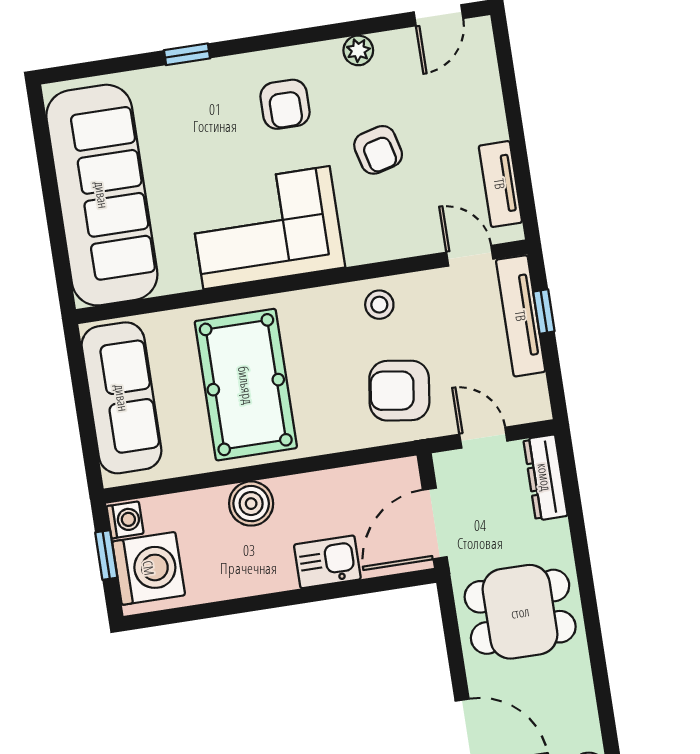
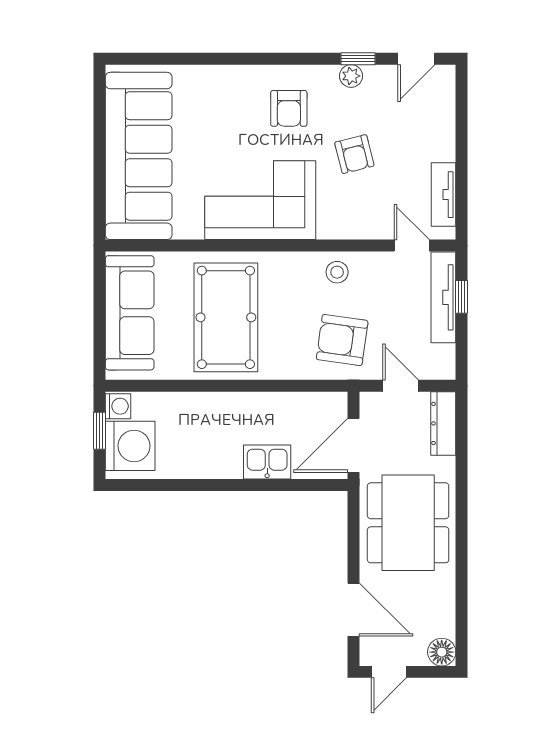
window: (187, 54) -> (358, 59), moved
boiler: (251, 504) -> (216, 409), removed
dining table: (520, 612) -> (408, 523), width x1.38

